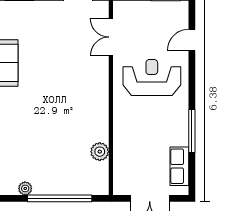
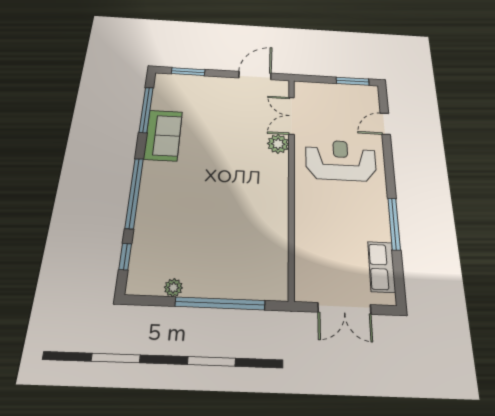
plant: (100, 152) -> (278, 144), moved

